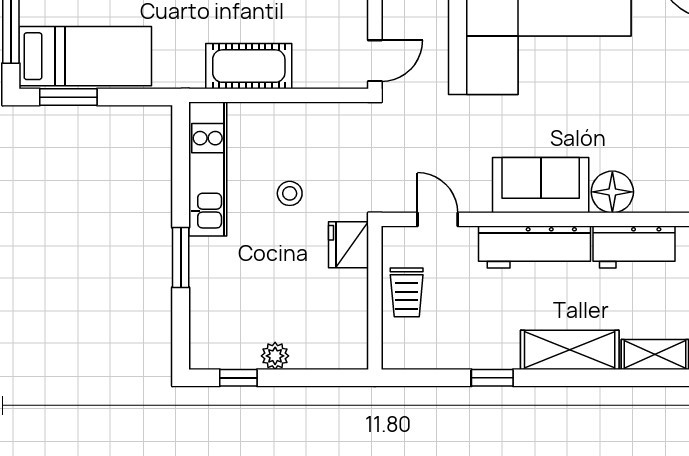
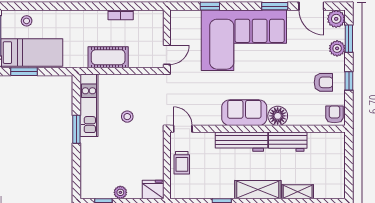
door: (438, 219) -> (183, 129), moved
fridge: (348, 245) -> (153, 189), moved, turned 90
window: (181, 257) -> (76, 129), moved

